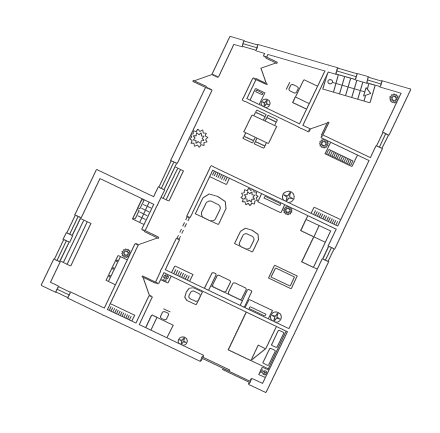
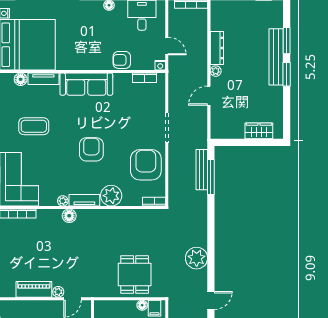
plant: (199, 138) -> (197, 258), moved
wardrobe: (144, 212) -> (259, 131), moved, turned -90

